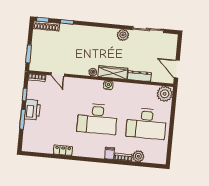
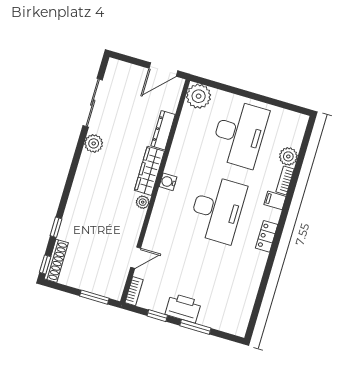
locker: (63, 150) -> (267, 236), moved

